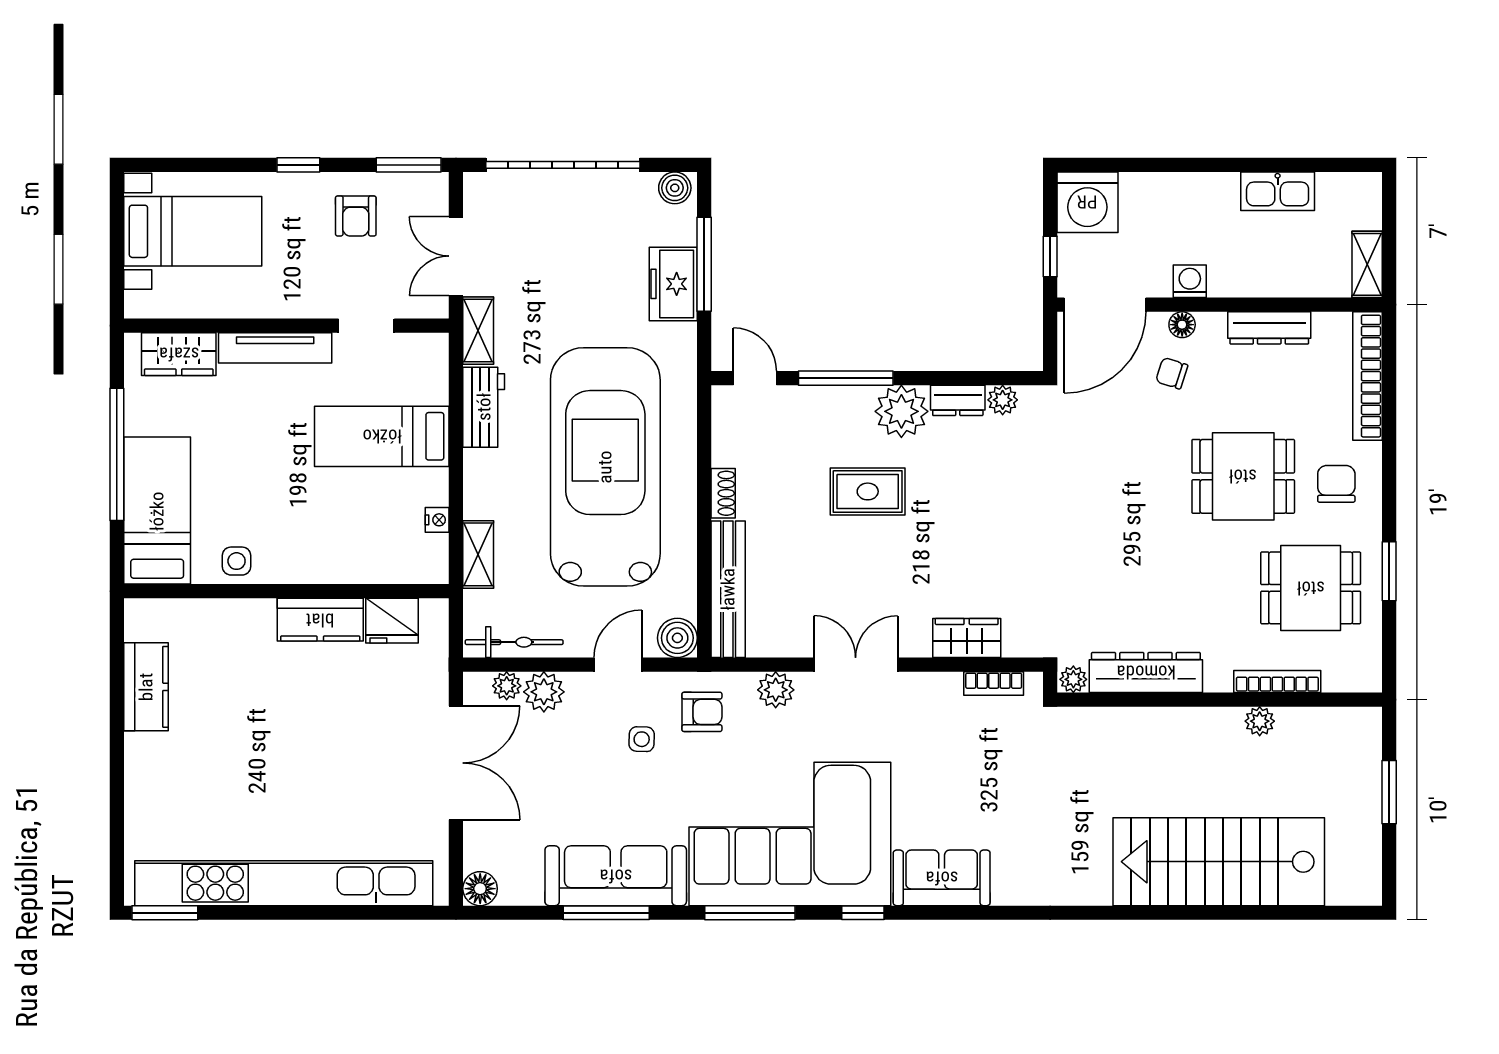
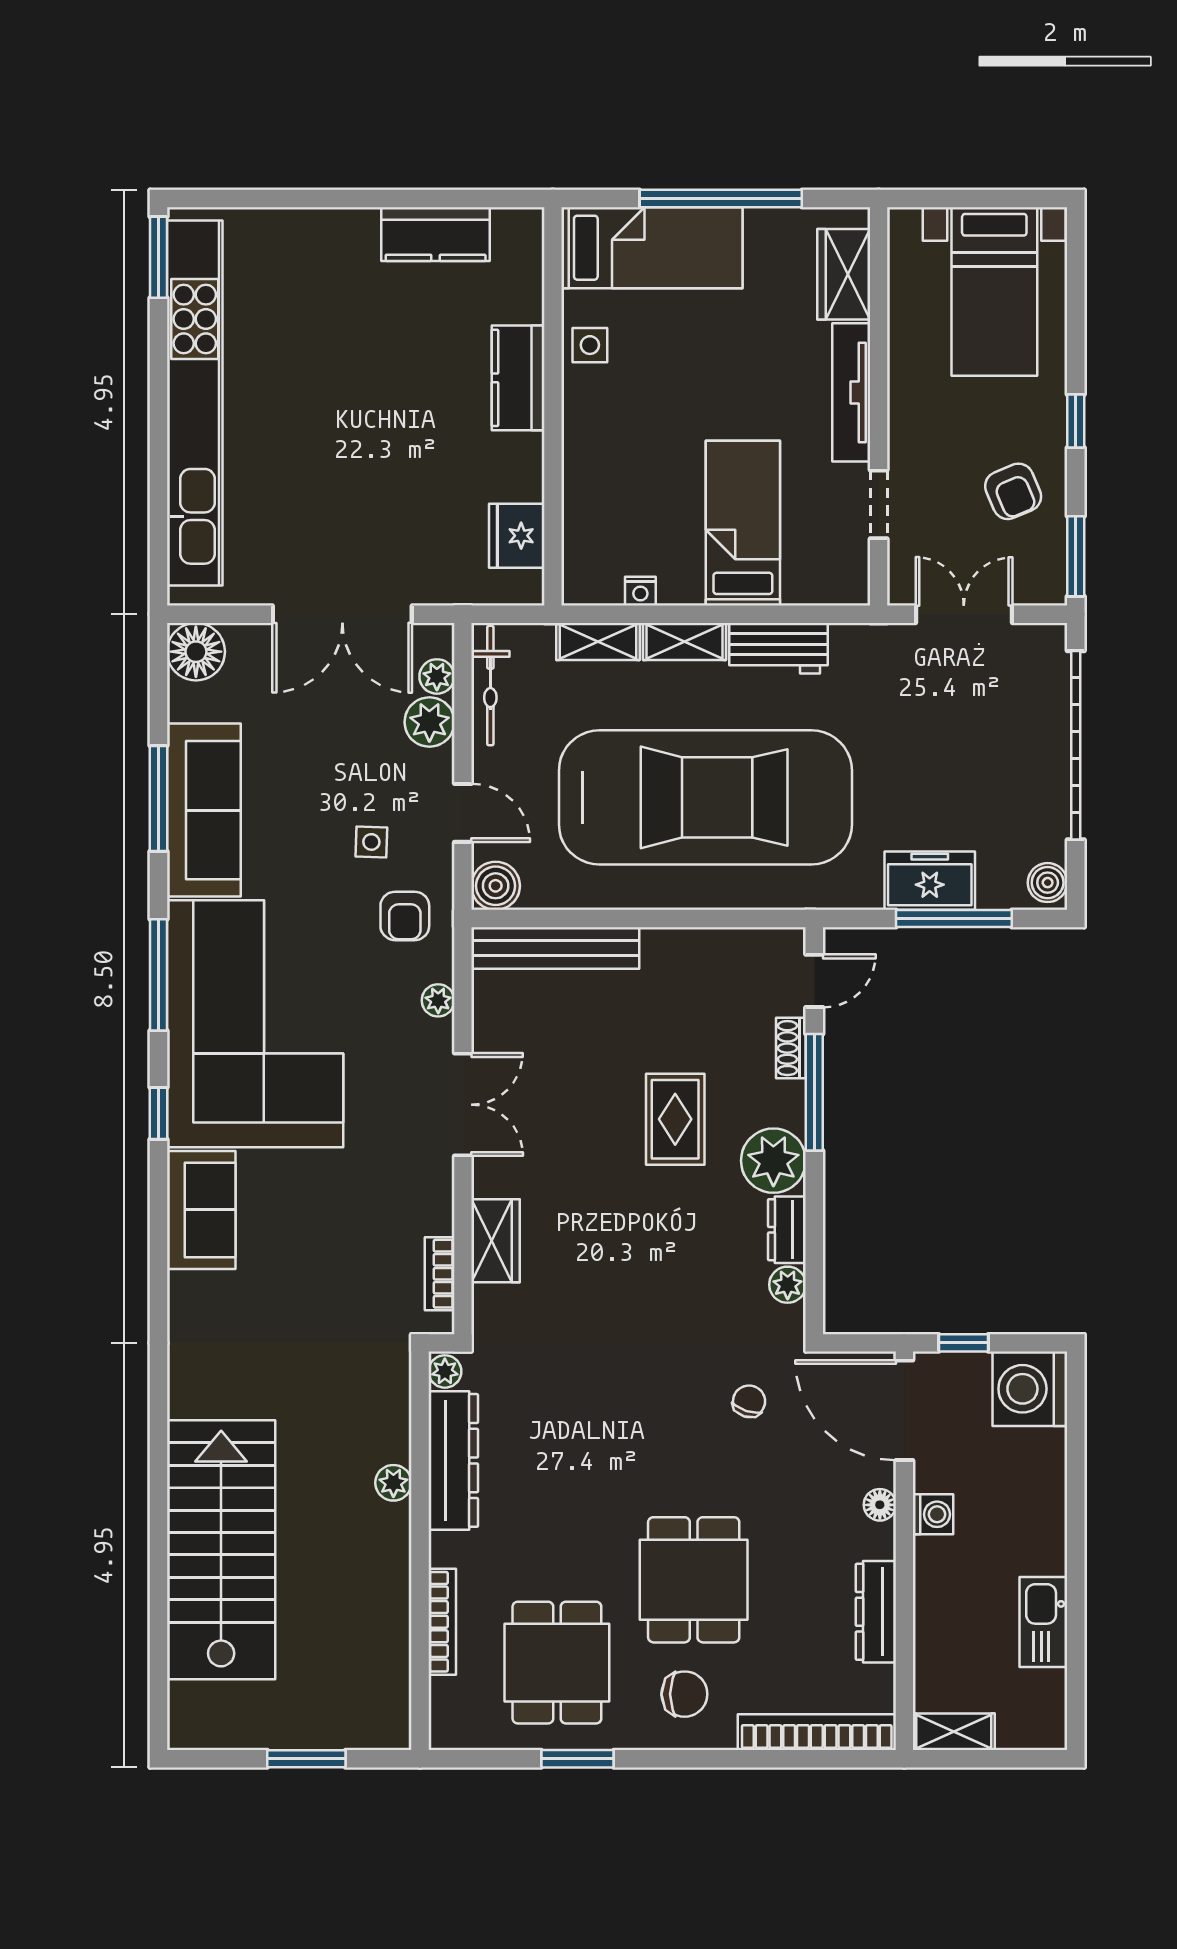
armchair: (356, 216) -> (1013, 491), turned -113
shelving: (478, 331) -> (684, 641), moved
chair: (1172, 373) -> (749, 1401), moved
shoe rack: (723, 493) -> (791, 1048), moved, turned 90
kitchen counter: (320, 620) -> (518, 378), moved
plant: (776, 690) -> (438, 1000), width x0.73, depth x0.73
plant: (1260, 721) -> (393, 1483), moved
floor lamp: (480, 889) -> (196, 652), width x1.38, depth x1.38

